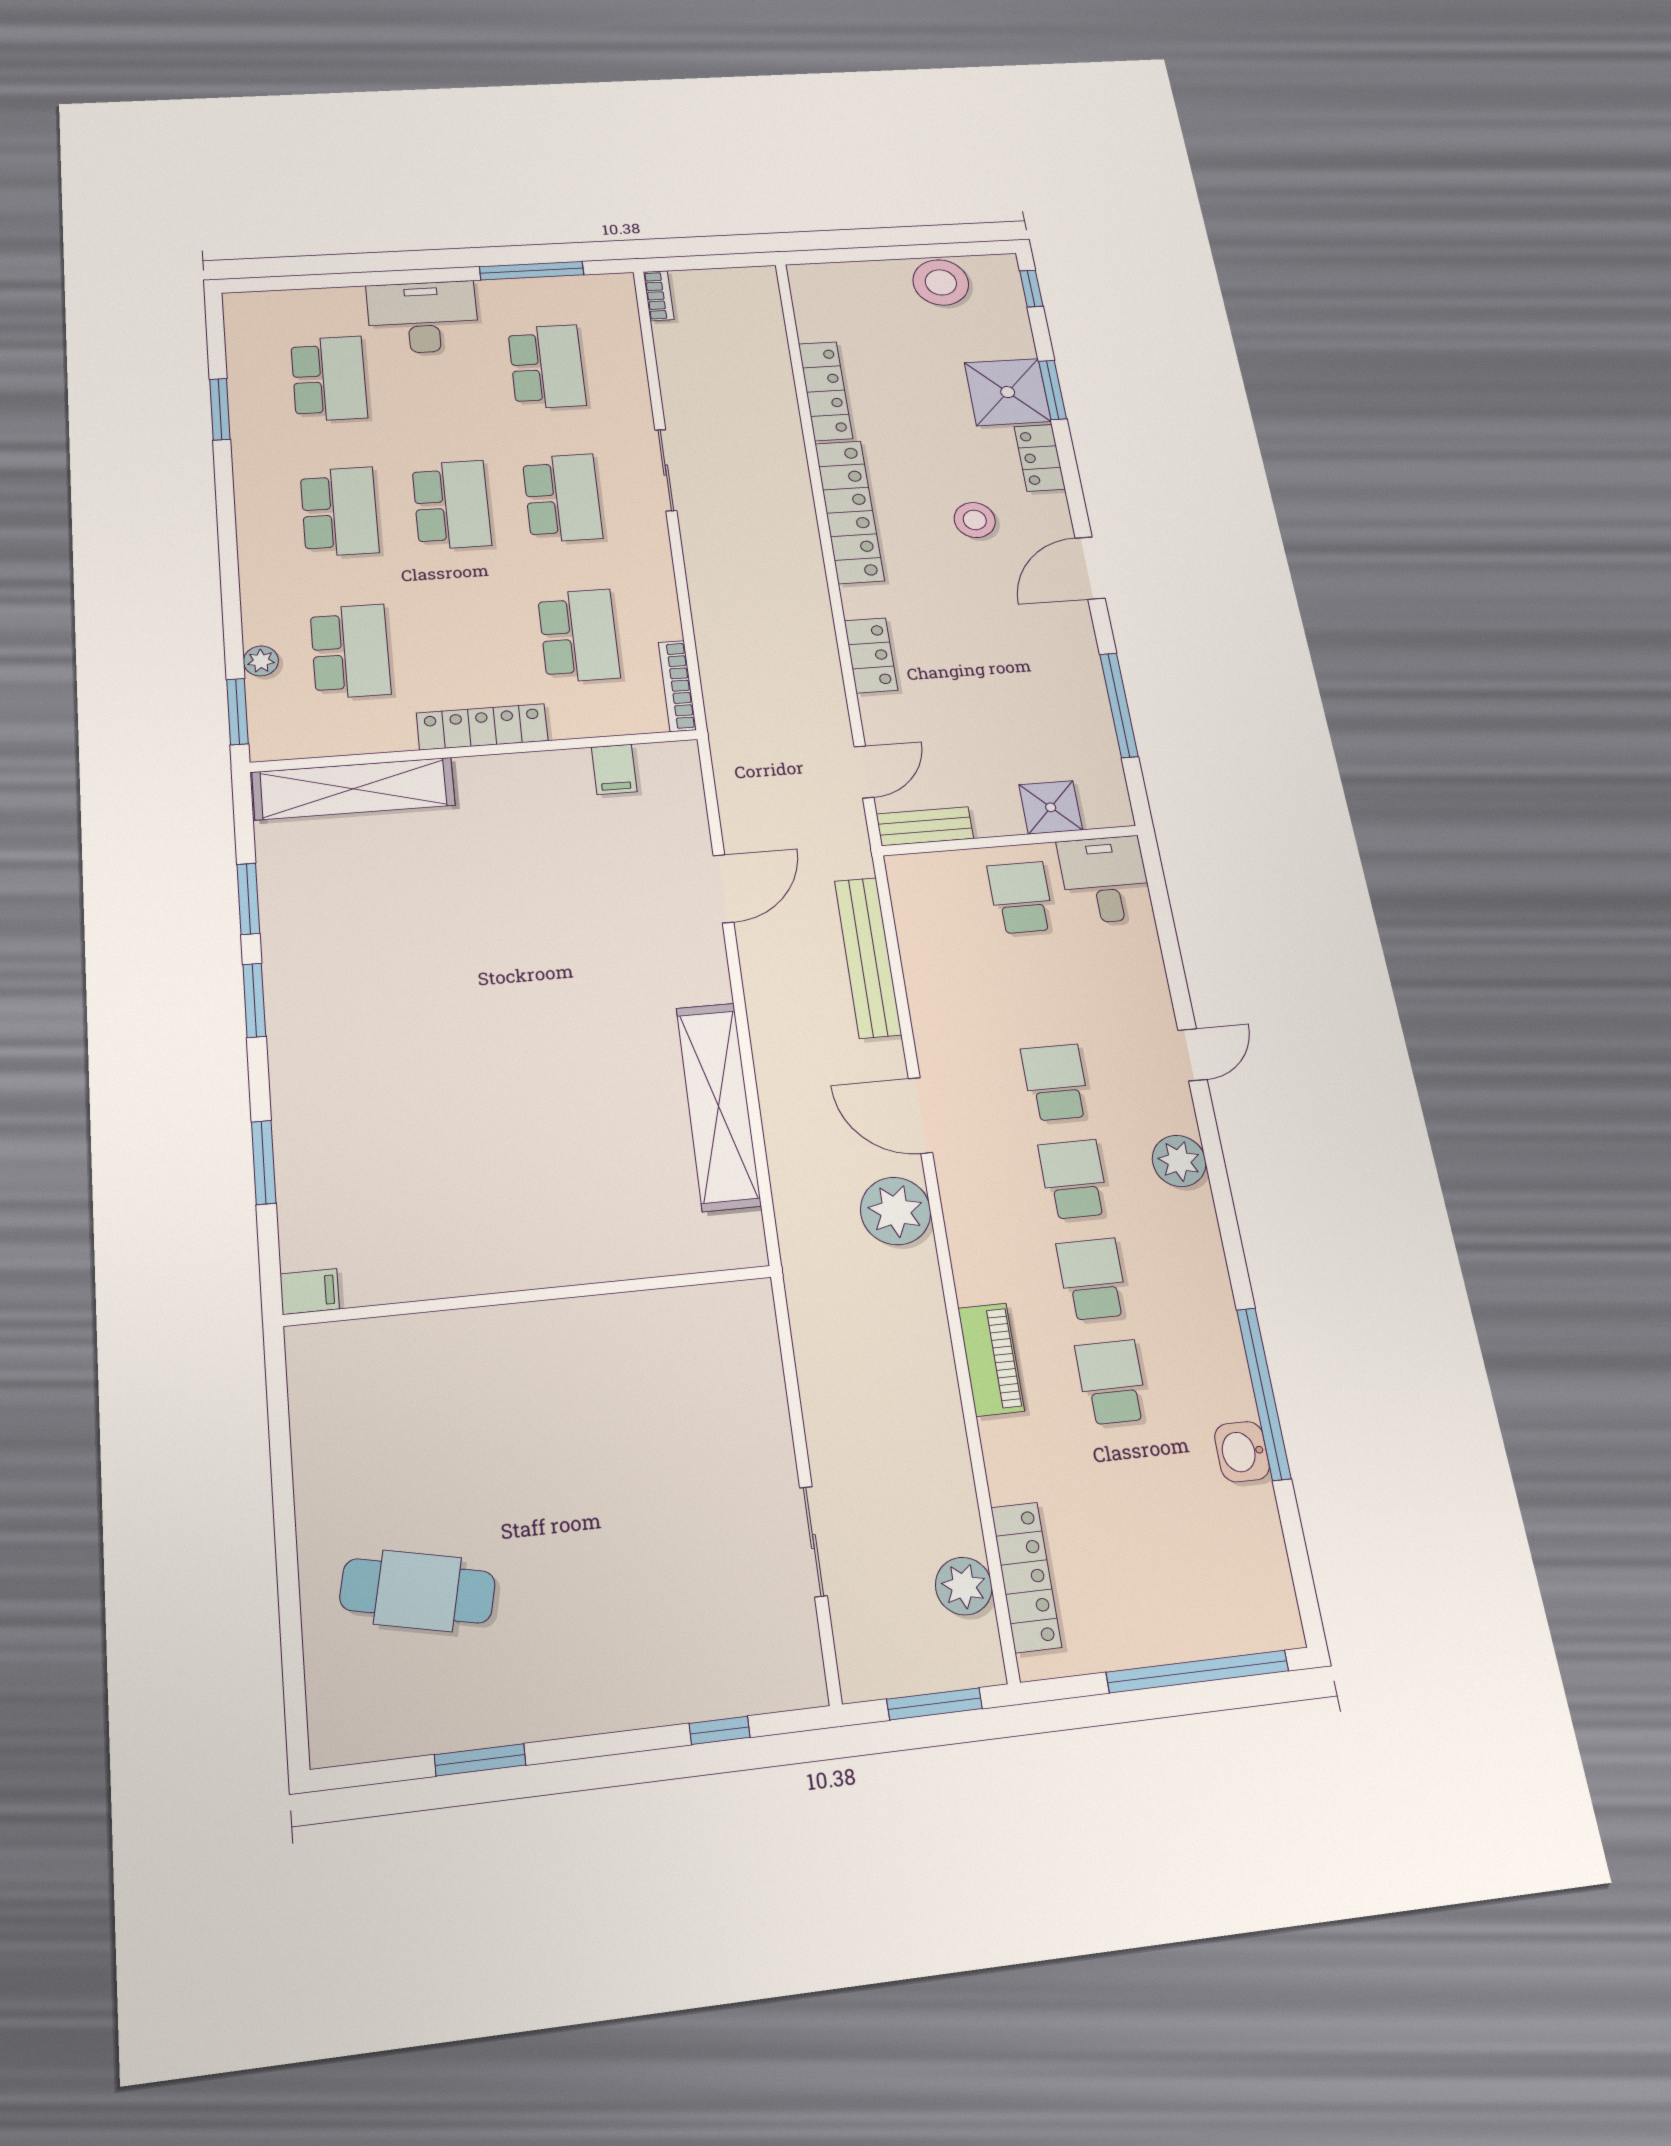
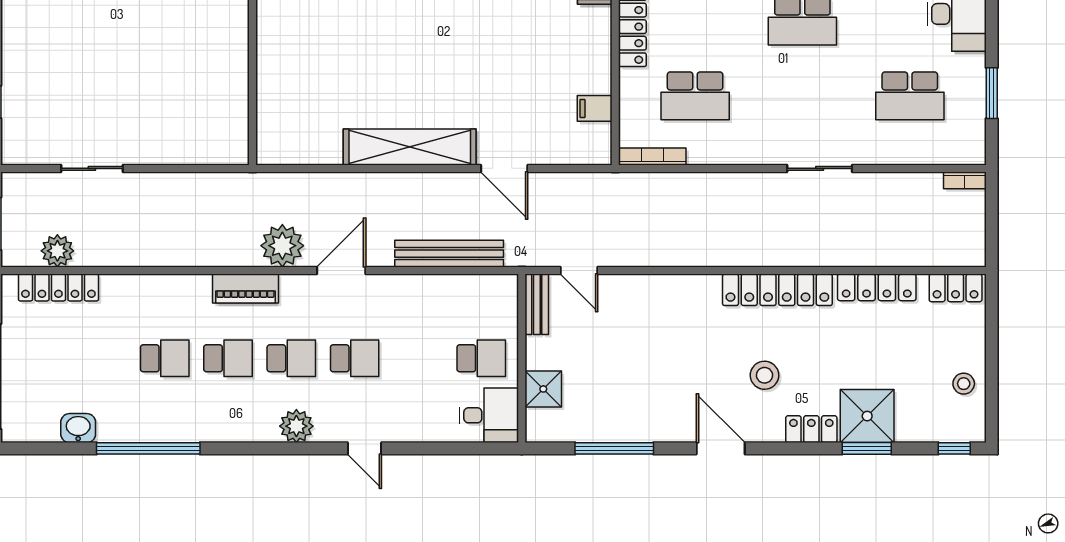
window: (532, 271) -> (992, 93), width x0.69
stool: (941, 282) -> (964, 384), width x0.53, depth x0.53
school desk: (562, 498) -> (802, 96), removed
locker: (871, 655) -> (956, 288), moved
shelving: (718, 1106) -> (410, 147), moved
piano: (991, 1359) -> (245, 289), moved
washbasin: (1242, 1452) -> (78, 428), moved

